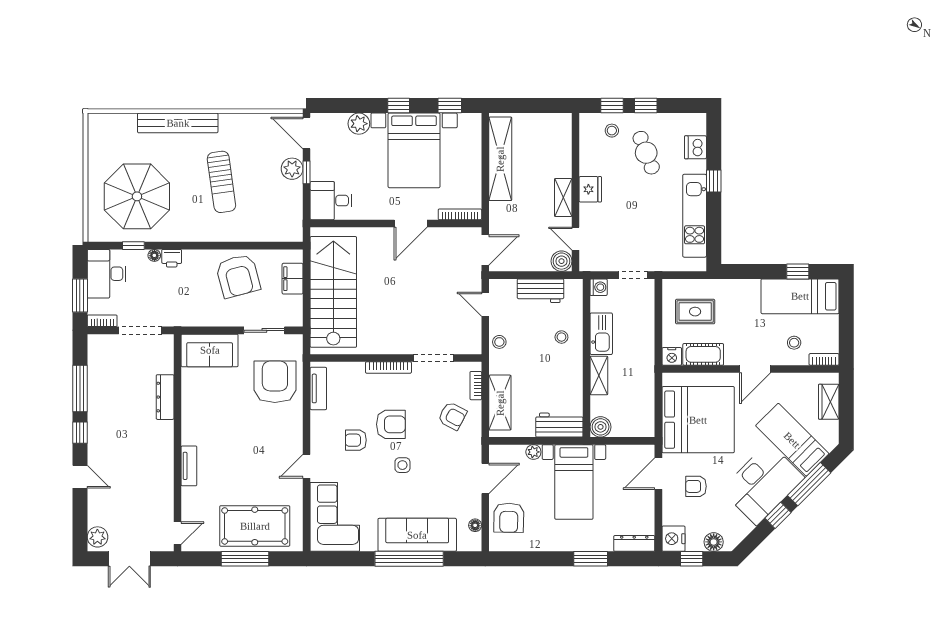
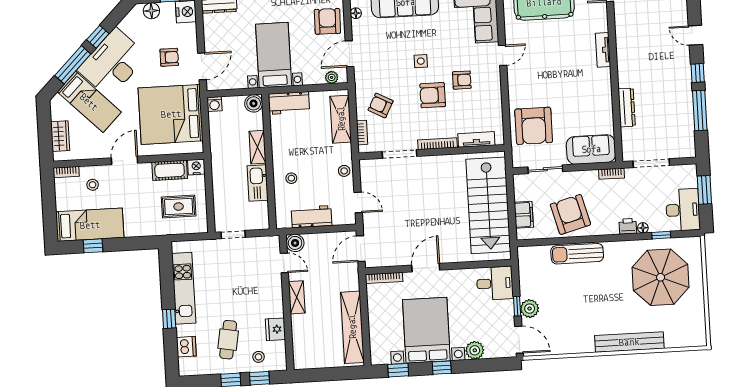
cafe table: (646, 153) -> (228, 340), turned 31
sun lounger: (221, 182) -> (577, 254), moved, turned -82
fridge: (590, 189) -> (275, 329), moved
washing machine: (599, 287) -> (214, 104), moved, turned -90
bookcase: (102, 321) -> (611, 174), moved
tv unit: (318, 388) -> (476, 139), moved, turned 90
plant: (533, 452) -> (332, 77), moved

